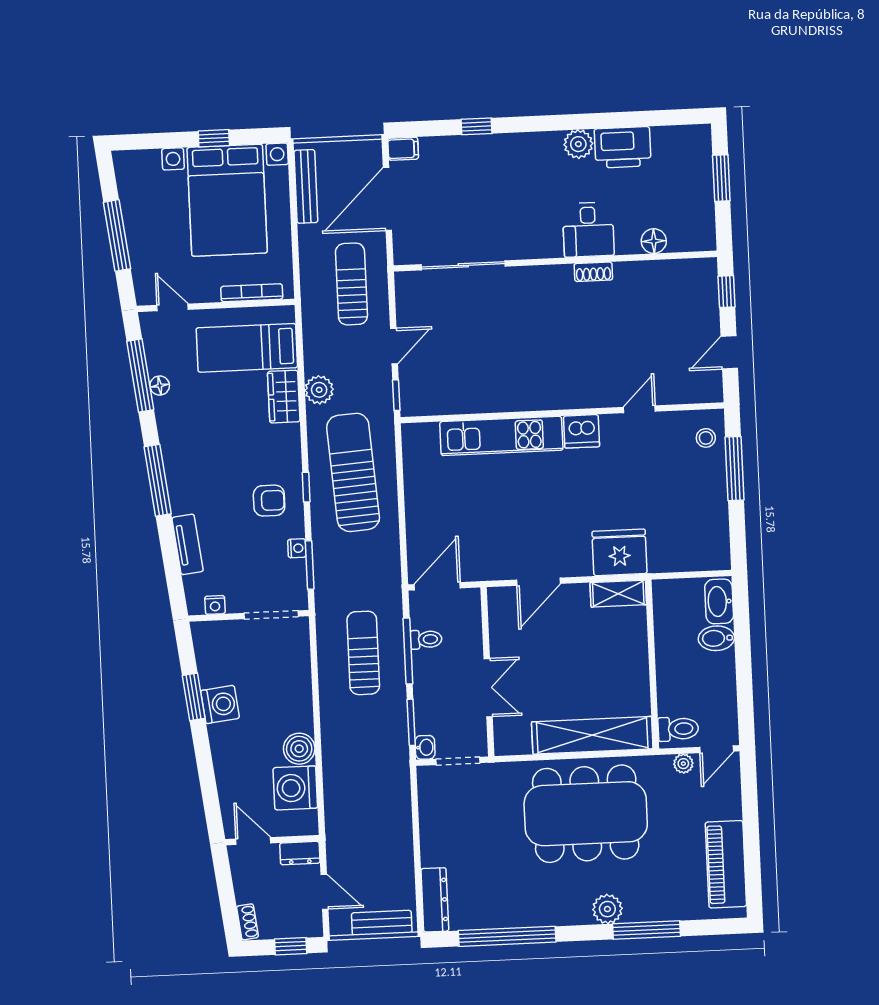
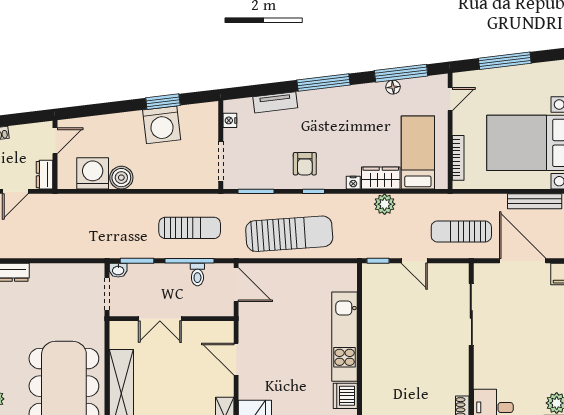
sun lounger: (351, 284) -> (461, 232), turned 180
sun lounger: (353, 472) -> (289, 234), moved
nightstand: (297, 548) -> (353, 183), moved
washing machine: (220, 704) -> (162, 125), width x1.37, depth x1.37

